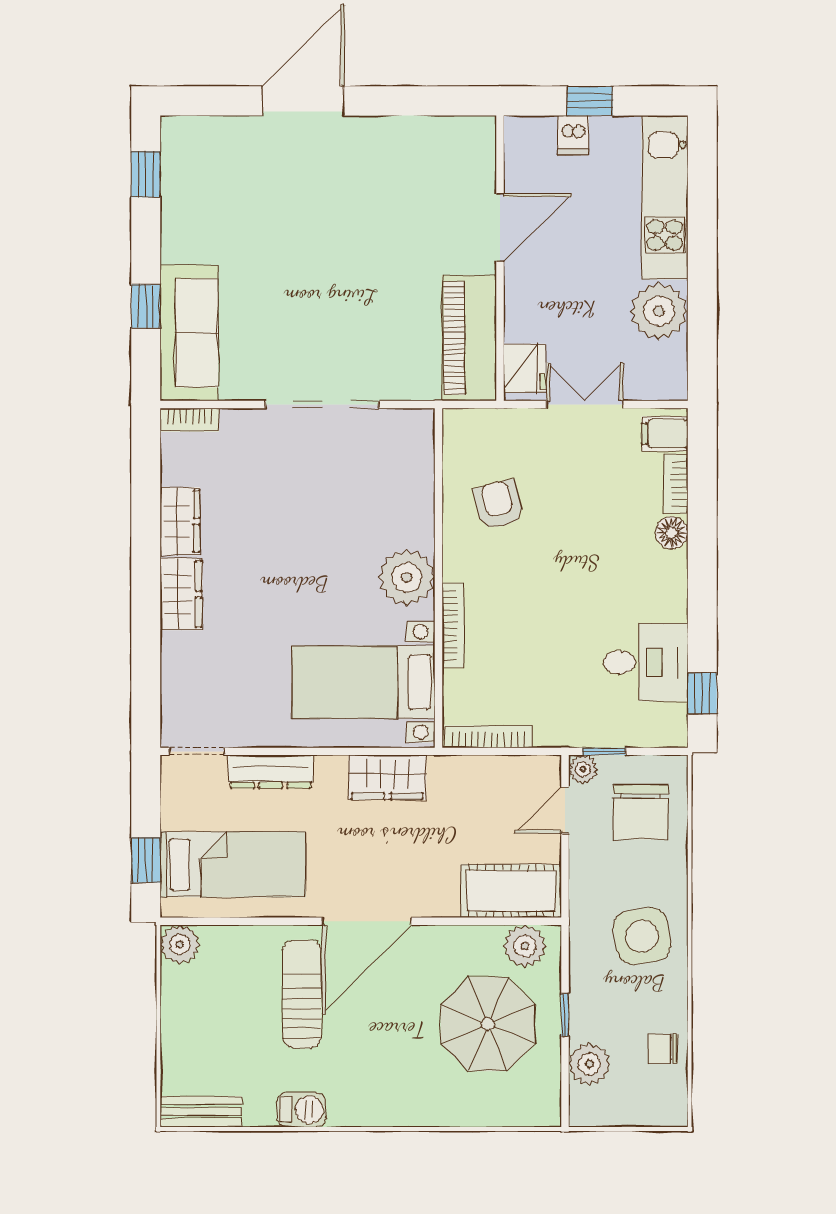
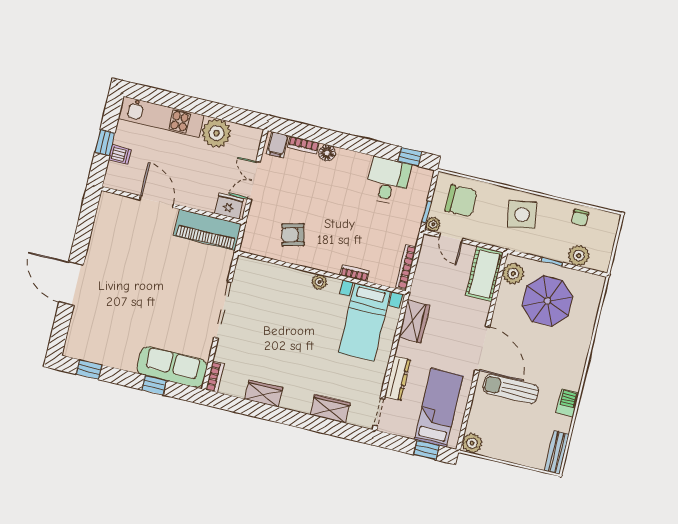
plant: (407, 577) -> (319, 282), width x0.53, depth x0.53
wardrobe: (181, 594) -> (330, 409), moved
bookcase: (453, 625) -> (354, 273), width x0.64

